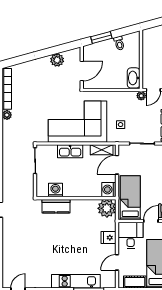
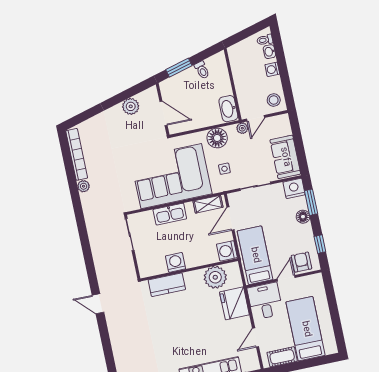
door: (82, 71) -> (163, 113), hinge flipped
floor lamp: (120, 99) -> (217, 138), added
washing machine: (55, 190) -> (176, 262), moved
plant: (107, 208) -> (215, 277), moved
fridge: (109, 238) -> (234, 303), width x1.88, depth x1.34

